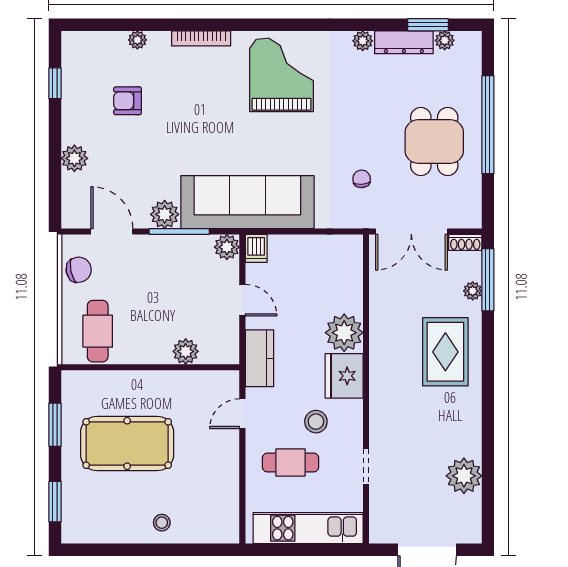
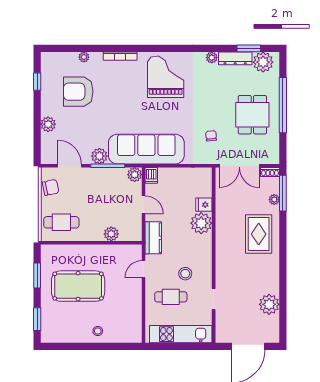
plant: (445, 40) -> (263, 62), width x1.87, depth x1.87
armchair: (127, 101) -> (78, 92), width x1.88, depth x1.88
cafe table: (98, 331) -> (61, 222), turned 90
fridge: (344, 376) -> (204, 205), moved, width x0.53, depth x0.75

